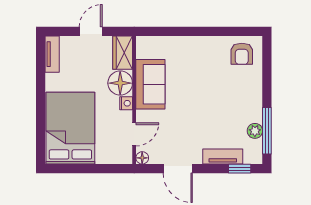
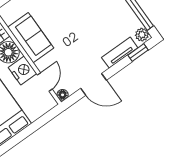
nightstand: (126, 103) -> (22, 70), width x1.89, depth x1.79
plant: (255, 131) -> (142, 35), moved

